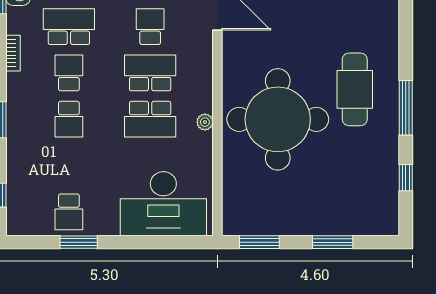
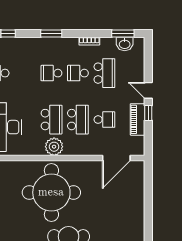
school desk: (69, 73) -> (78, 73), turned 180
school desk: (150, 119) -> (52, 120), turned 180
plant: (205, 122) -> (54, 147), width x1.87, depth x1.87

